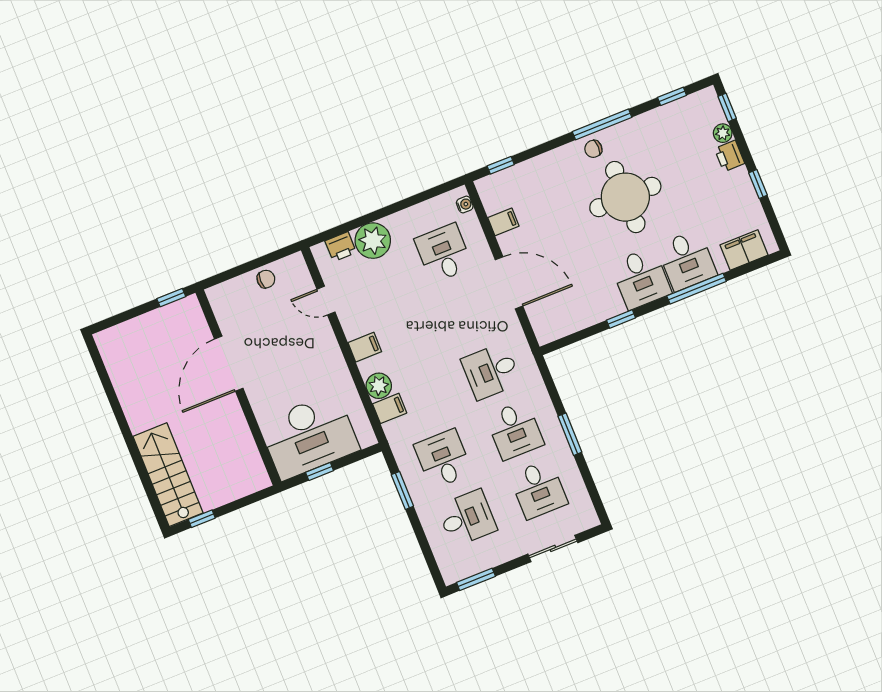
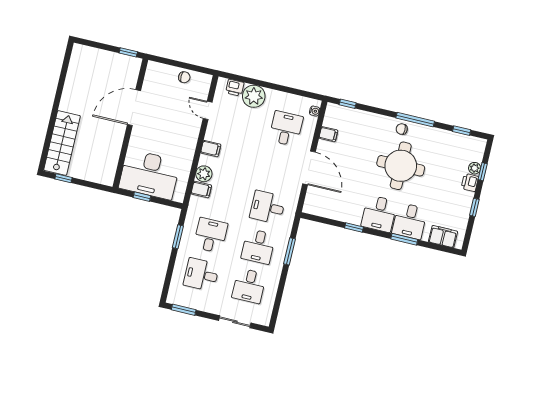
window: (727, 107) -> (483, 172), moved
window: (697, 289) -> (404, 239), width x0.69
window: (570, 434) -> (289, 251), moved
desk: (467, 518) -> (201, 275), turned 180

